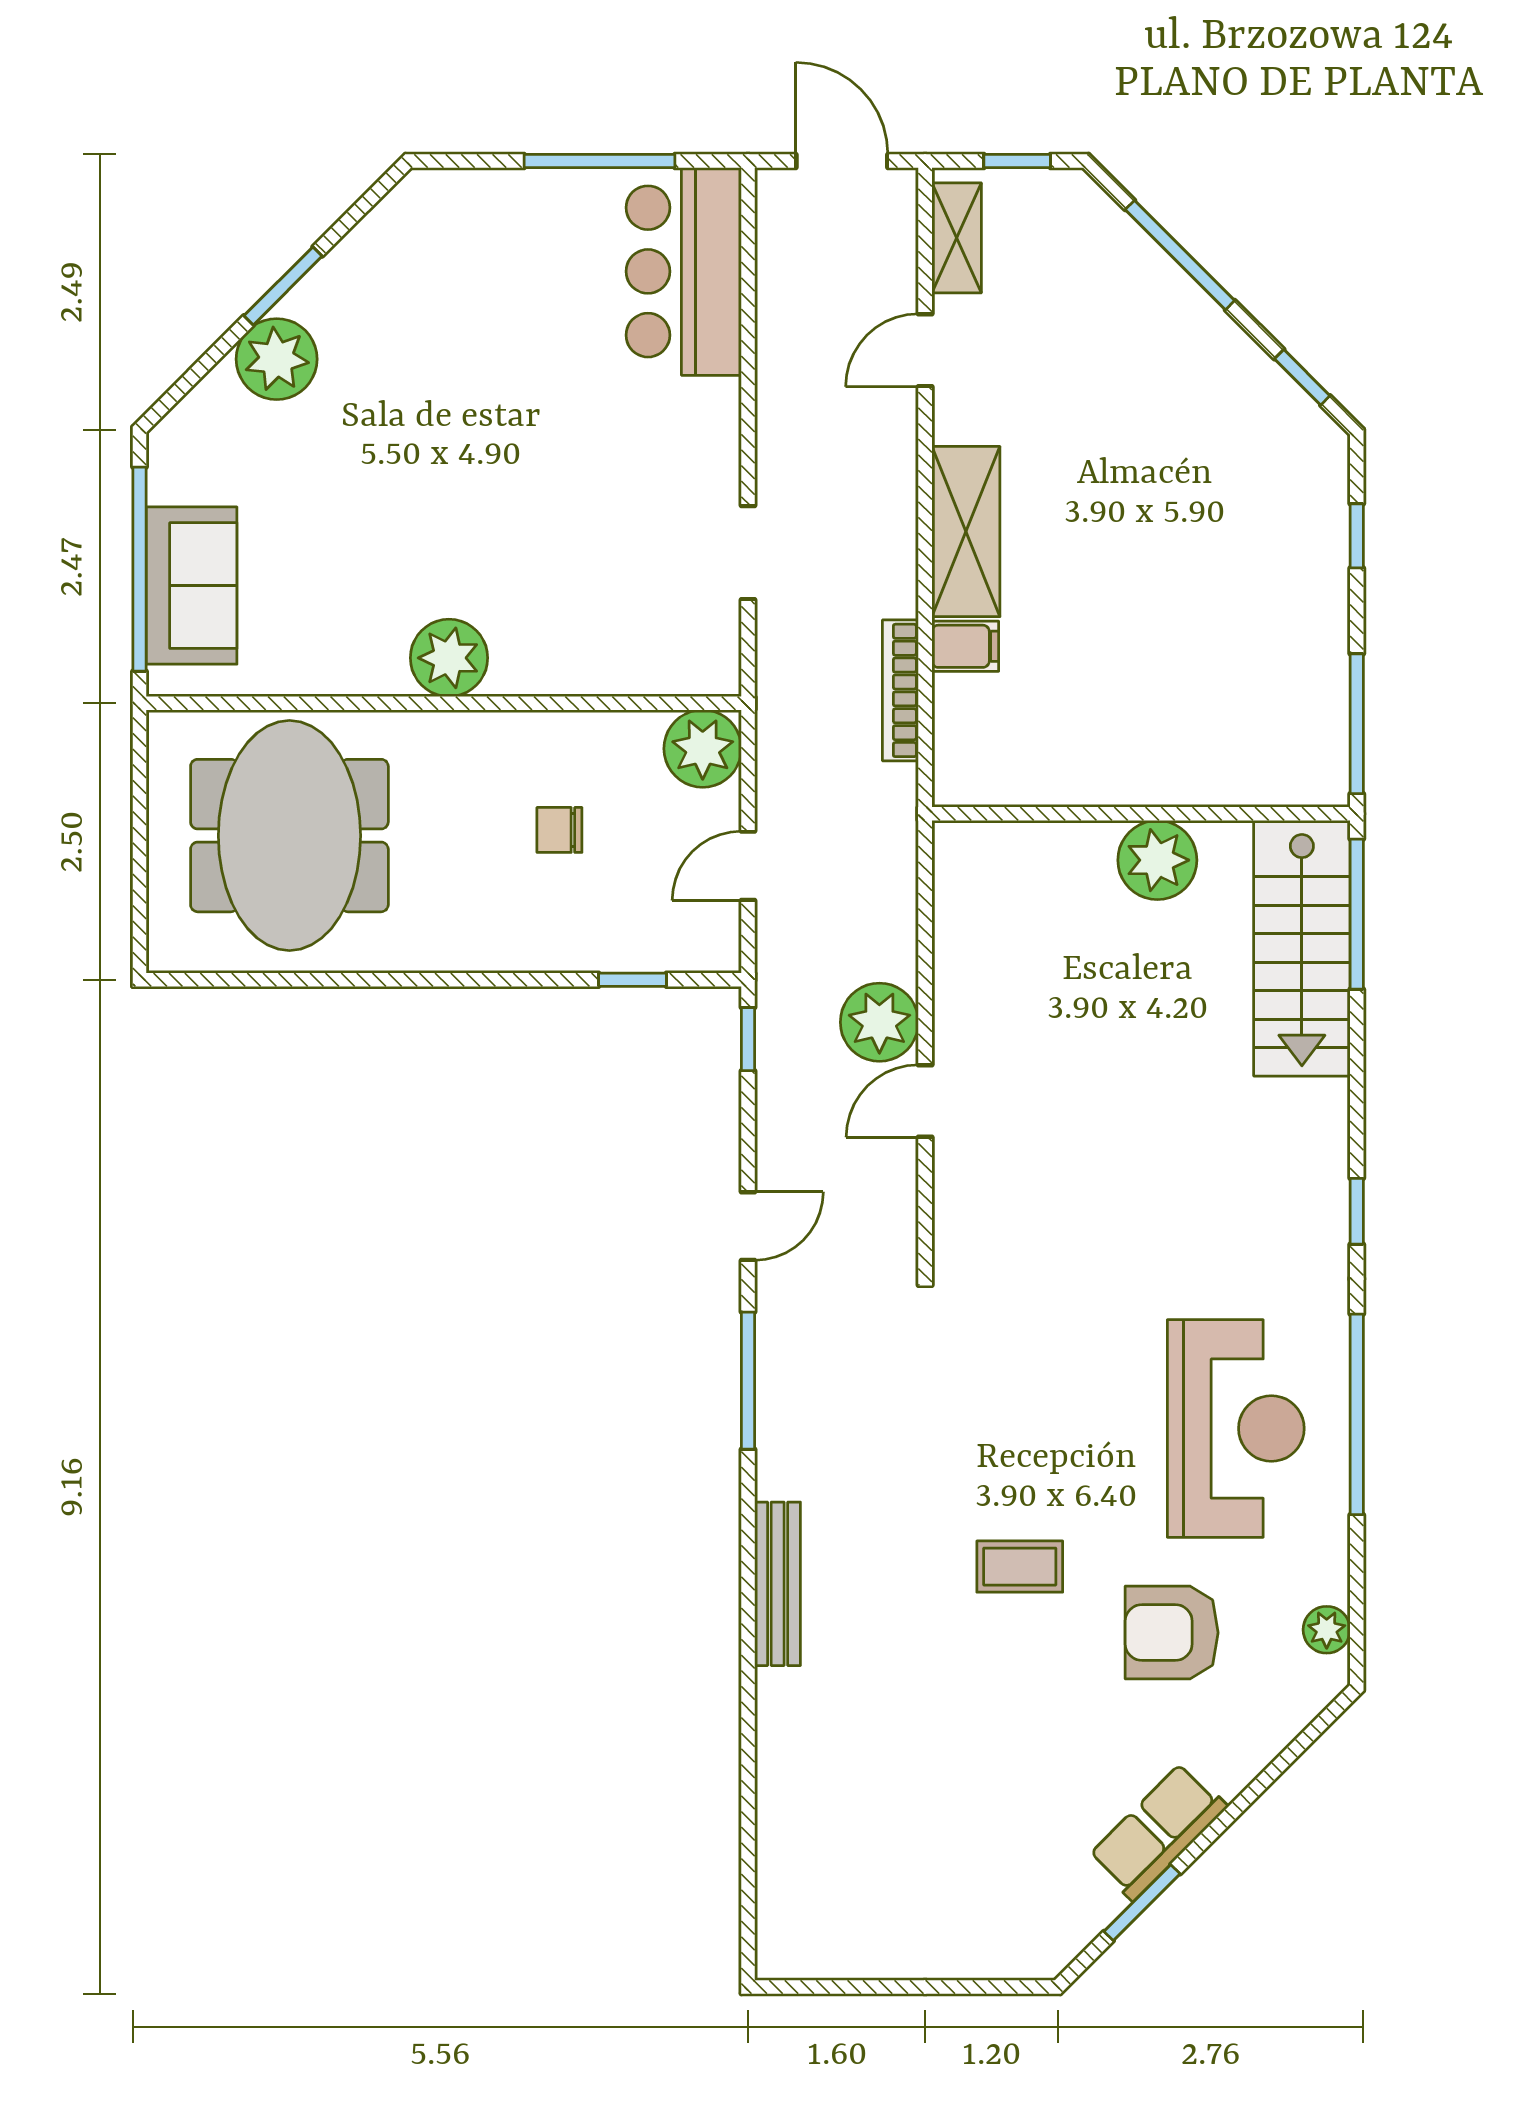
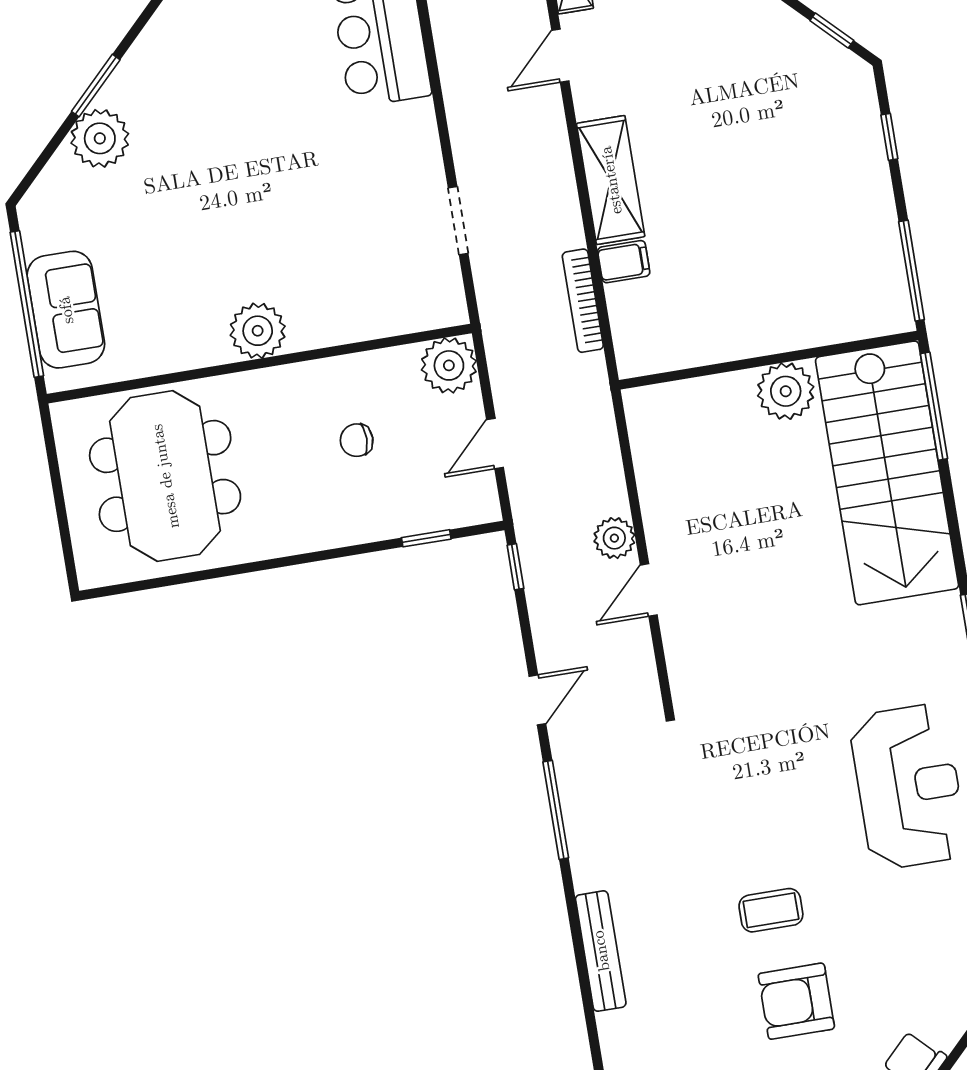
stairs: (1302, 948) -> (887, 473), width x1.36, depth x1.51
plant: (879, 1022) -> (614, 538), width x0.73, depth x0.73
armchair: (1172, 1633) -> (796, 1001), moved

